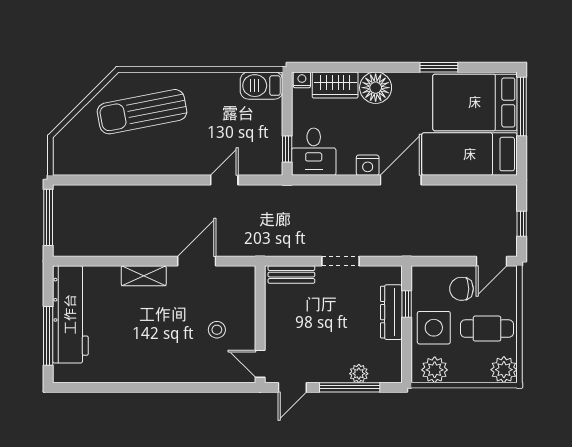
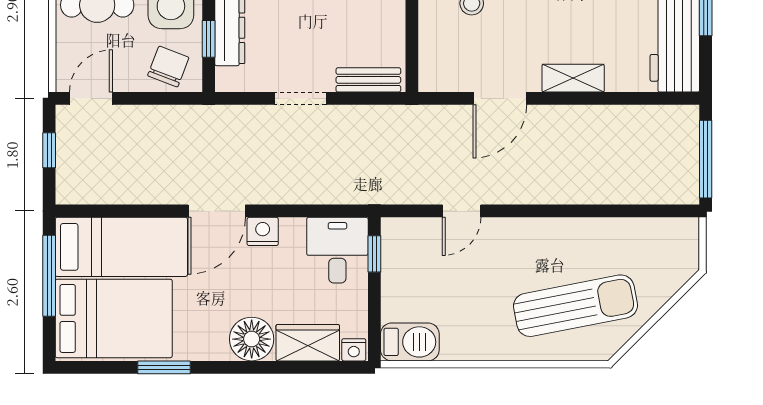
window: (522, 107) -> (49, 276), moved
chair: (461, 289) -> (168, 67), moved, turned -69

